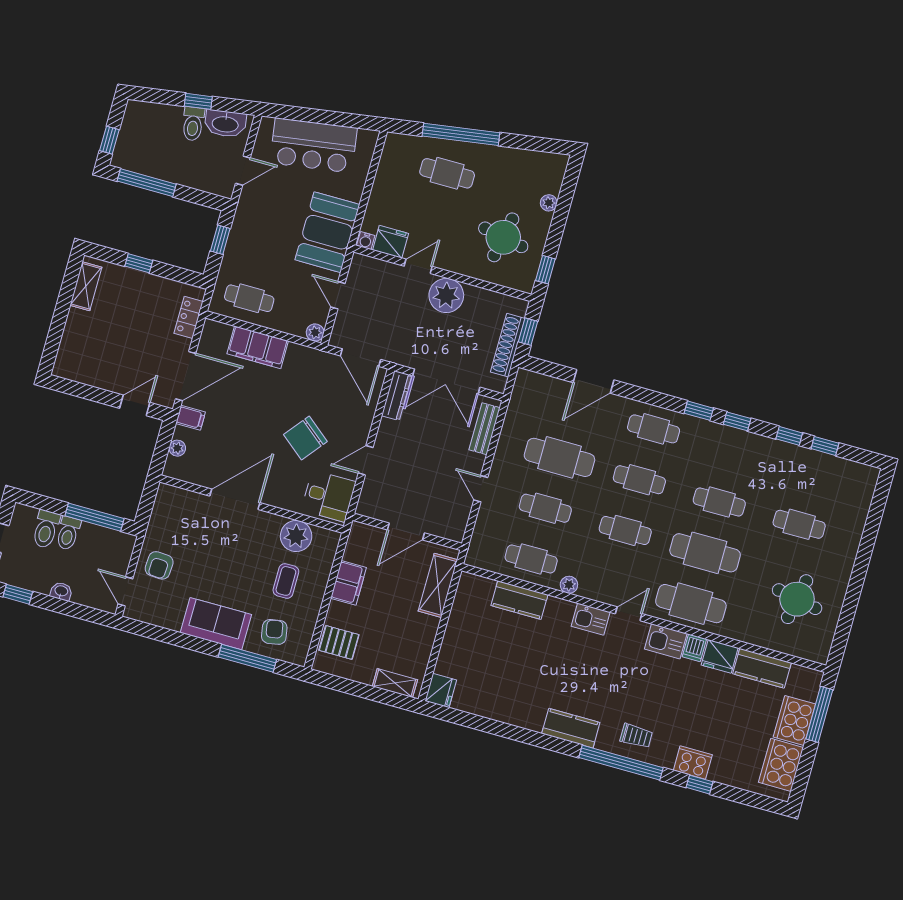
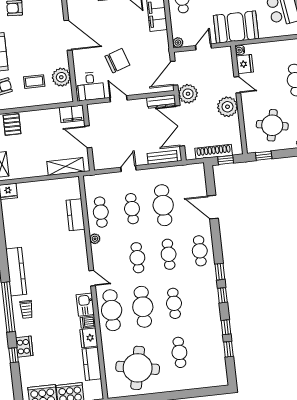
plant: (401, 349) -> (188, 94), added
chair: (305, 438) -> (117, 61), turned 122
filing cabinet: (348, 583) -> (72, 114), moved
round table: (797, 599) -> (138, 368), width x1.36, depth x1.36
kitchen sink: (591, 619) -> (81, 258), removed
kitchen counter: (571, 728) -> (16, 272), width x1.50

